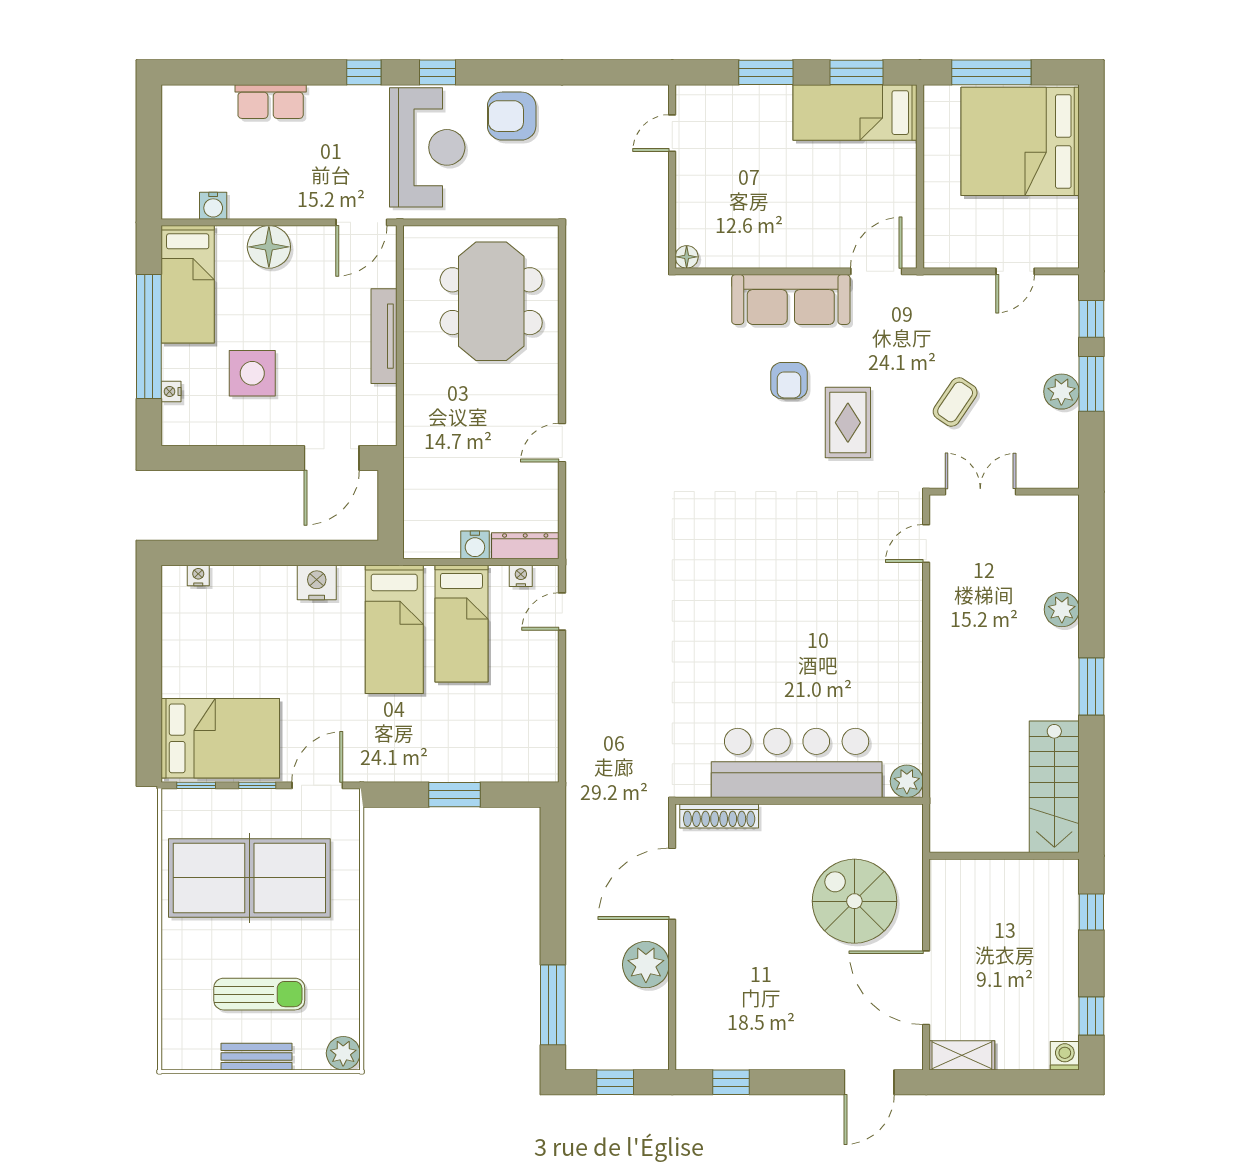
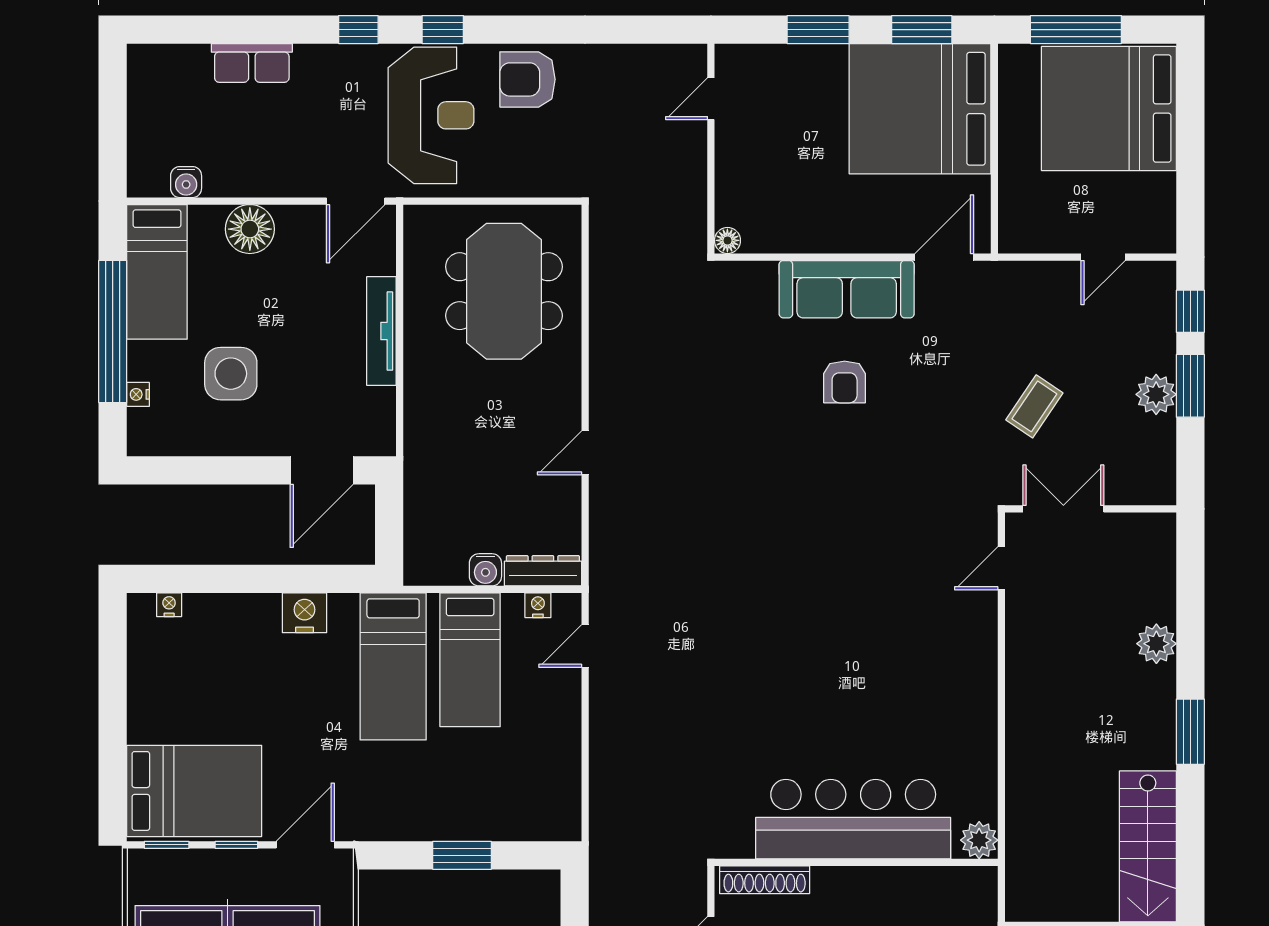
bed: (855, 113) -> (920, 109), width x2.04
rug: (848, 423) -> (912, 430), removed

